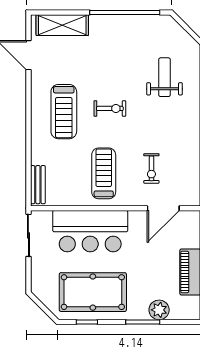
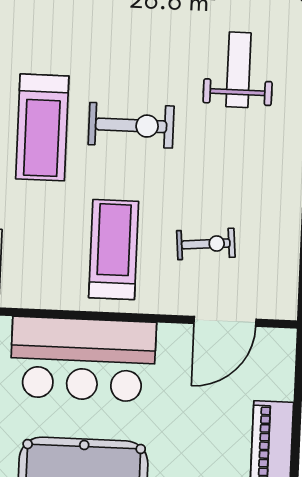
exercise bike: (110, 108) -> (131, 125), width x1.38, depth x1.39
exercise bike: (151, 168) -> (206, 244), turned -95

